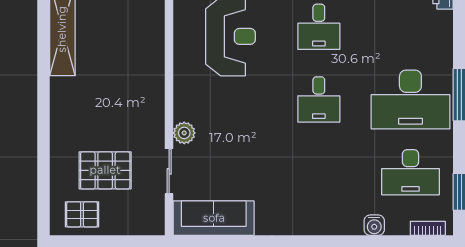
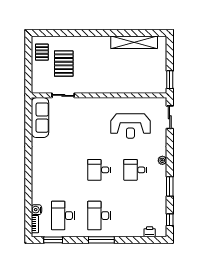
desk: (410, 99) -> (99, 216), width x0.73, depth x0.77
plant: (184, 133) -> (82, 103), removed
water cooler: (374, 225) -> (36, 210), moved

